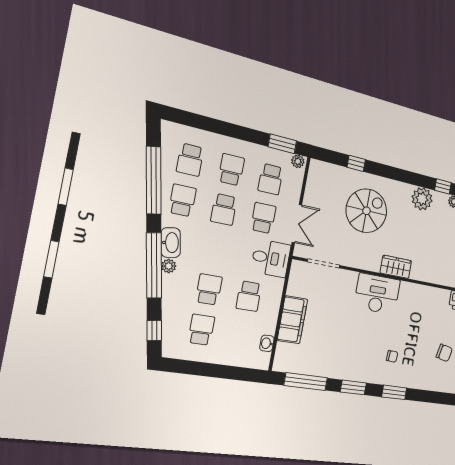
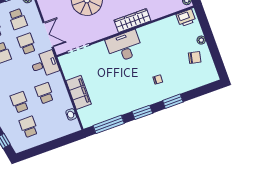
wardrobe: (396, 267) -> (132, 21), width x1.50
school desk: (249, 296) -> (45, 93), turned 180

